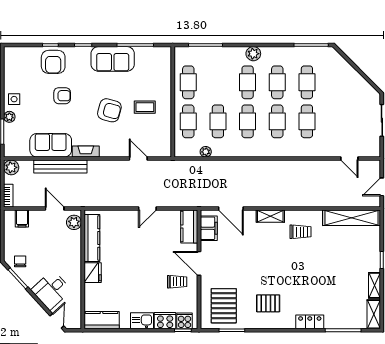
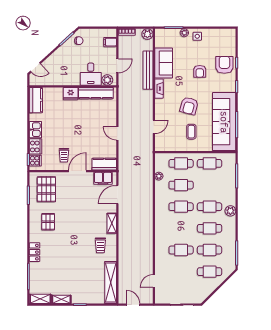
sofa: (113, 59) -> (224, 122), width x1.85, depth x1.27
armchair: (53, 62) -> (224, 65), turned 90
cafe table: (277, 121) -> (210, 272), moved
desk: (51, 290) -> (91, 74), moved, turned -137
pallet: (224, 306) -> (46, 189), turned 90

